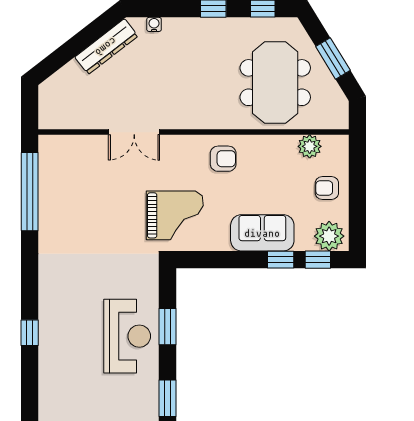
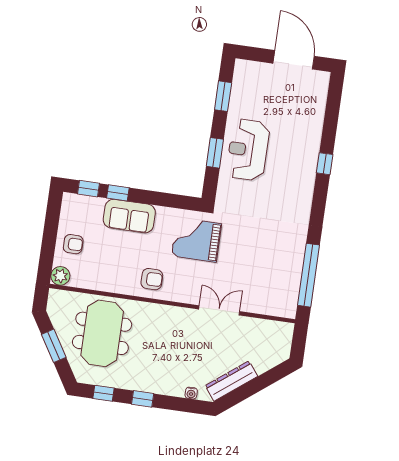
plant: (310, 146) -> (60, 276), moved
armchair: (223, 159) -> (152, 279), turned 180
plant: (329, 236) -> (77, 206), removed

